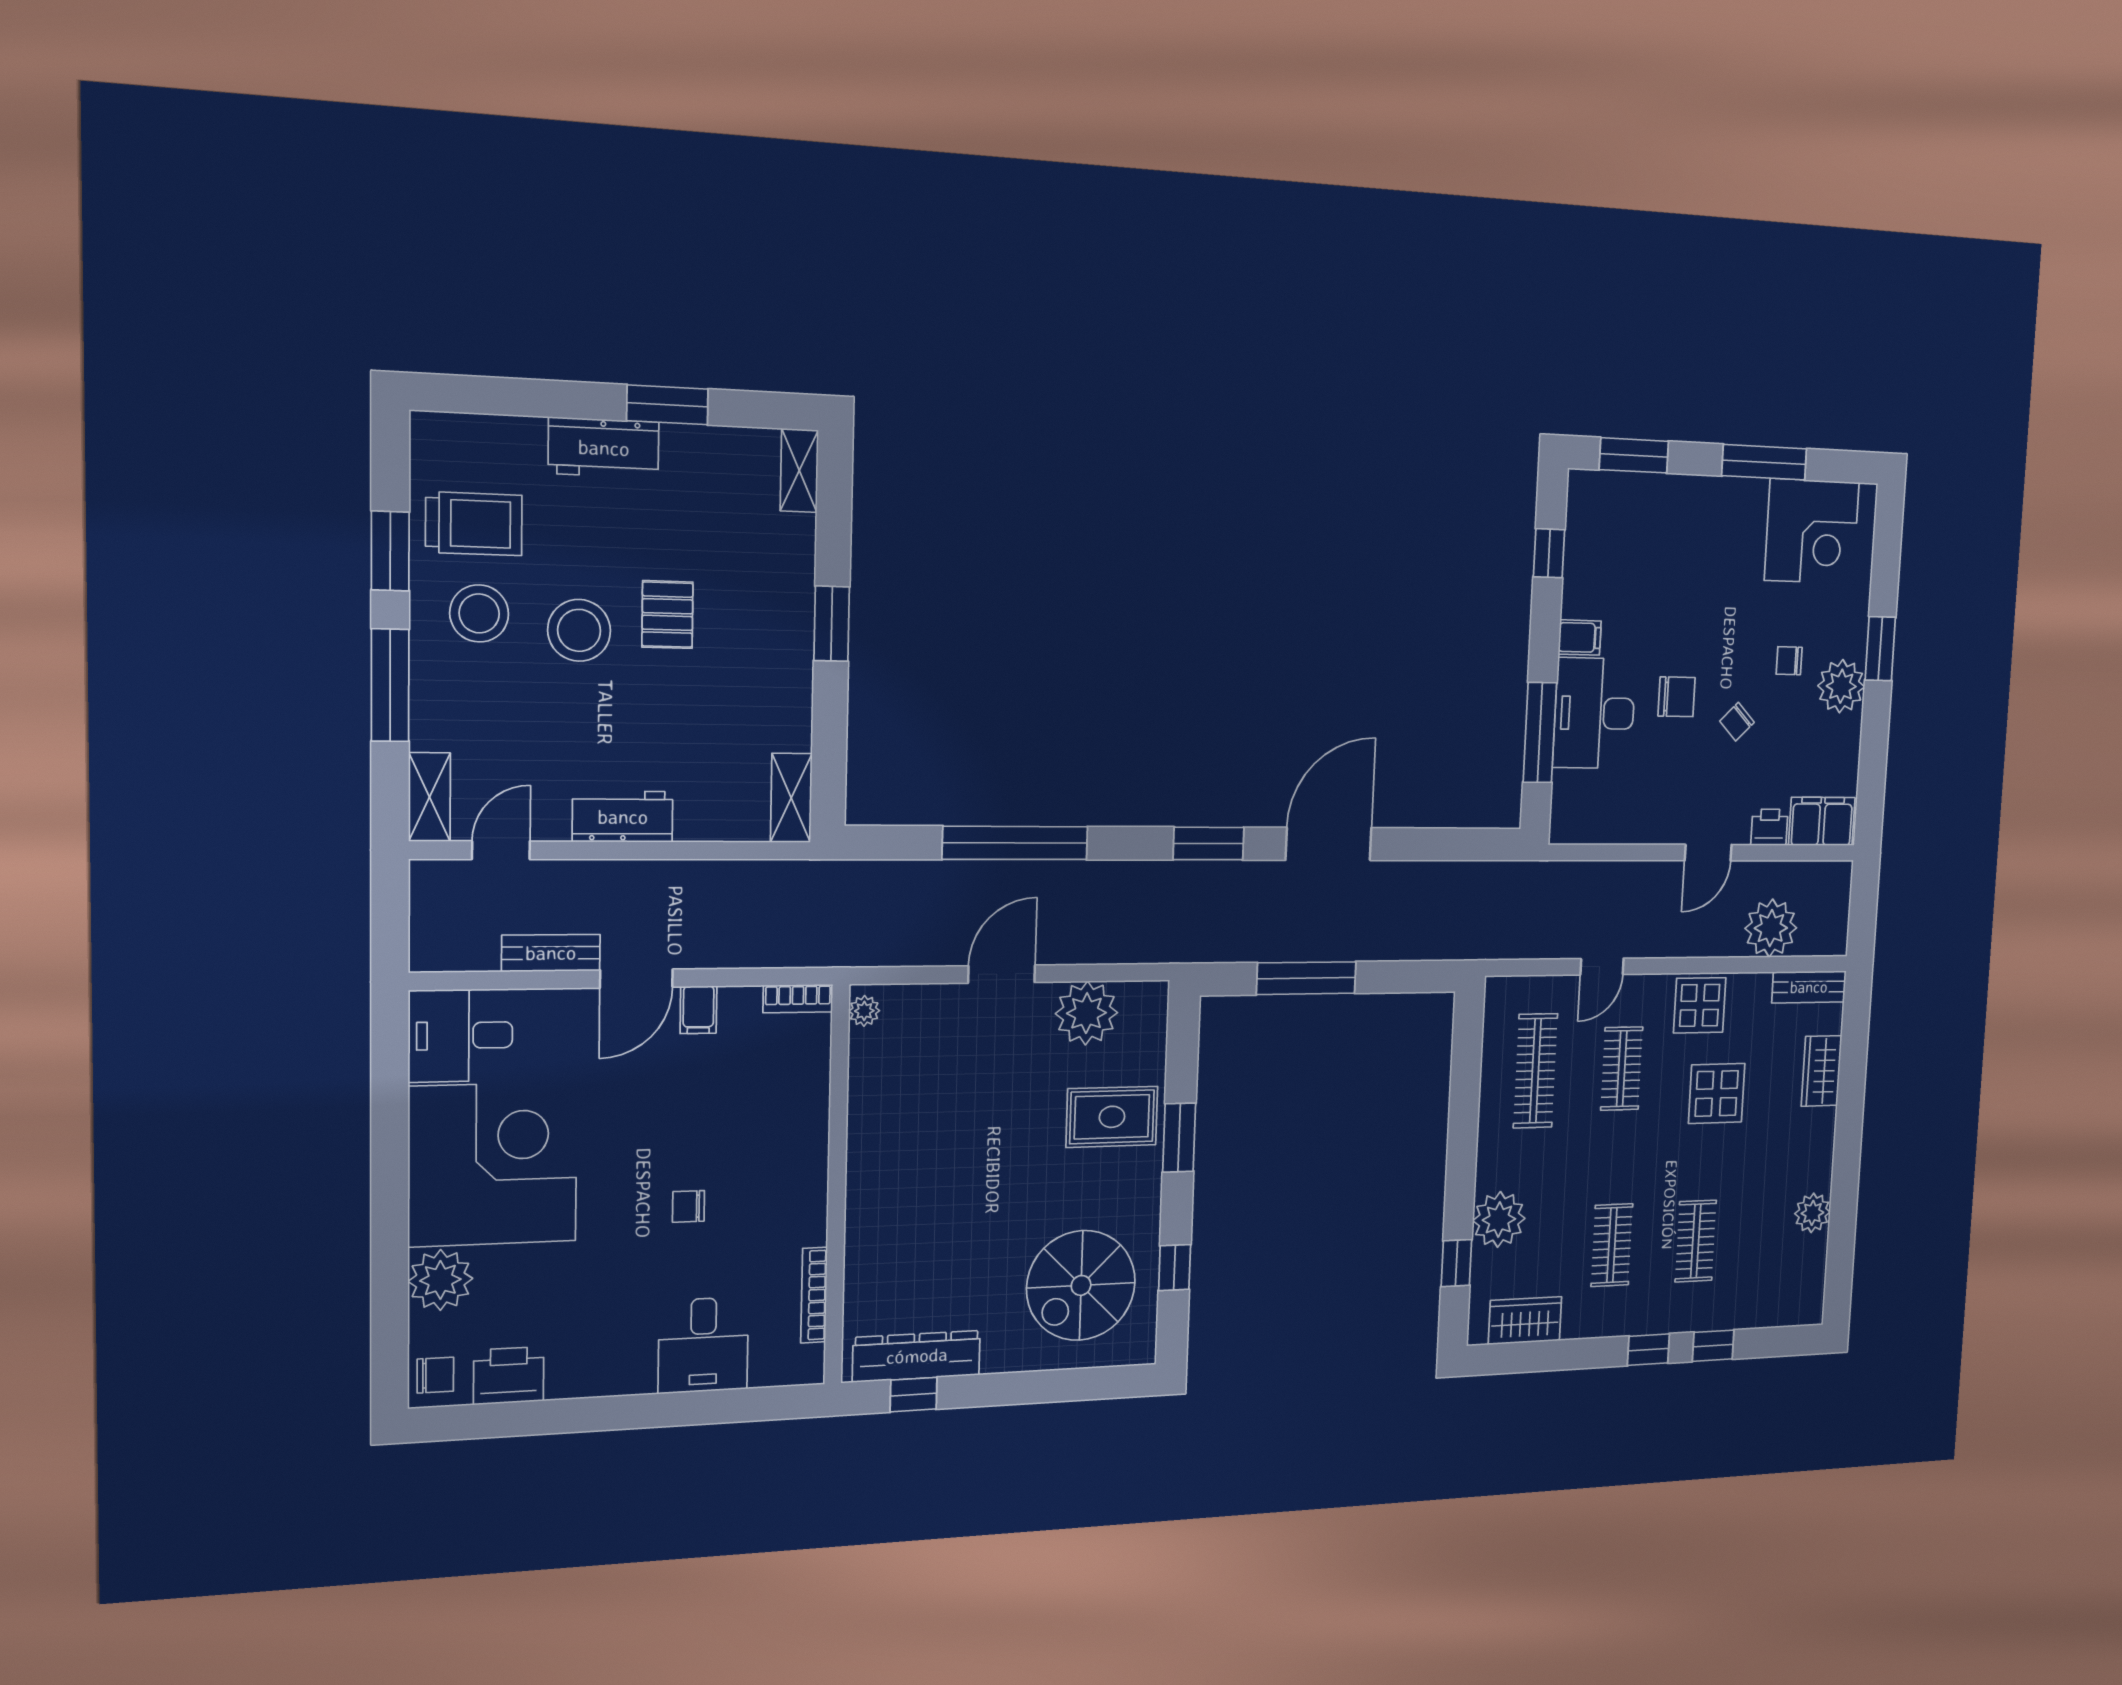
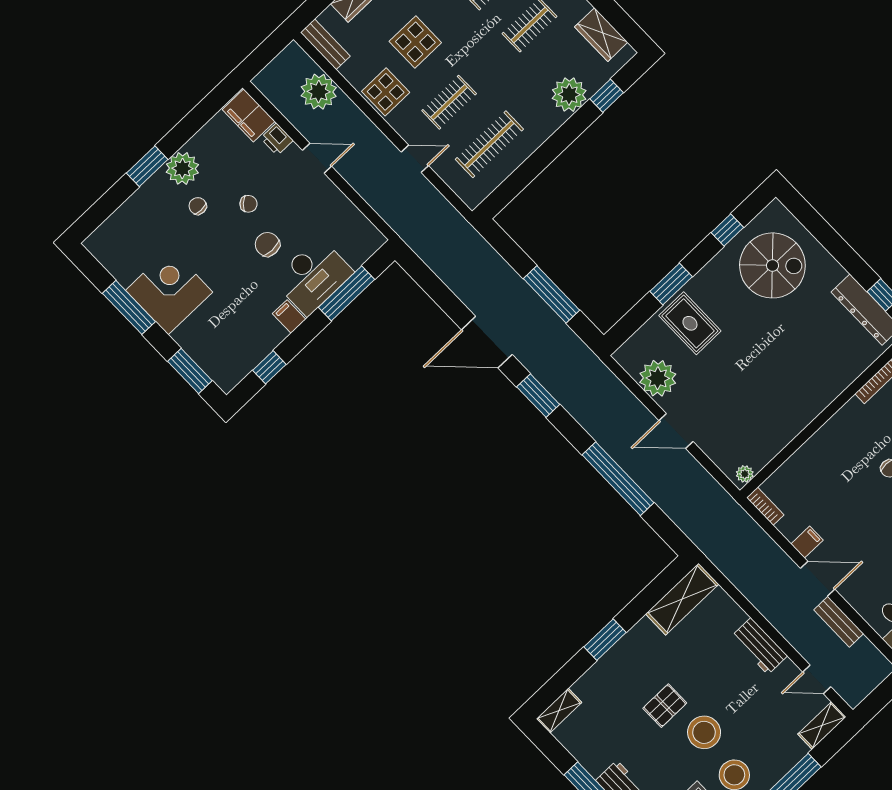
corner desk: (1812, 531) -> (169, 291), moved
chair: (1789, 661) -> (198, 206), turned 180
shelving: (791, 798) -> (682, 599), width x1.50, depth x1.33

